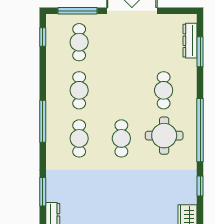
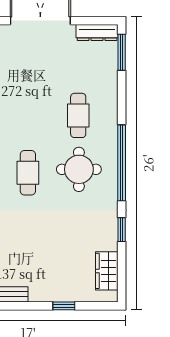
dresser: (190, 41) -> (97, 33), moved, turned -90
window: (200, 52) -> (122, 52), moved

